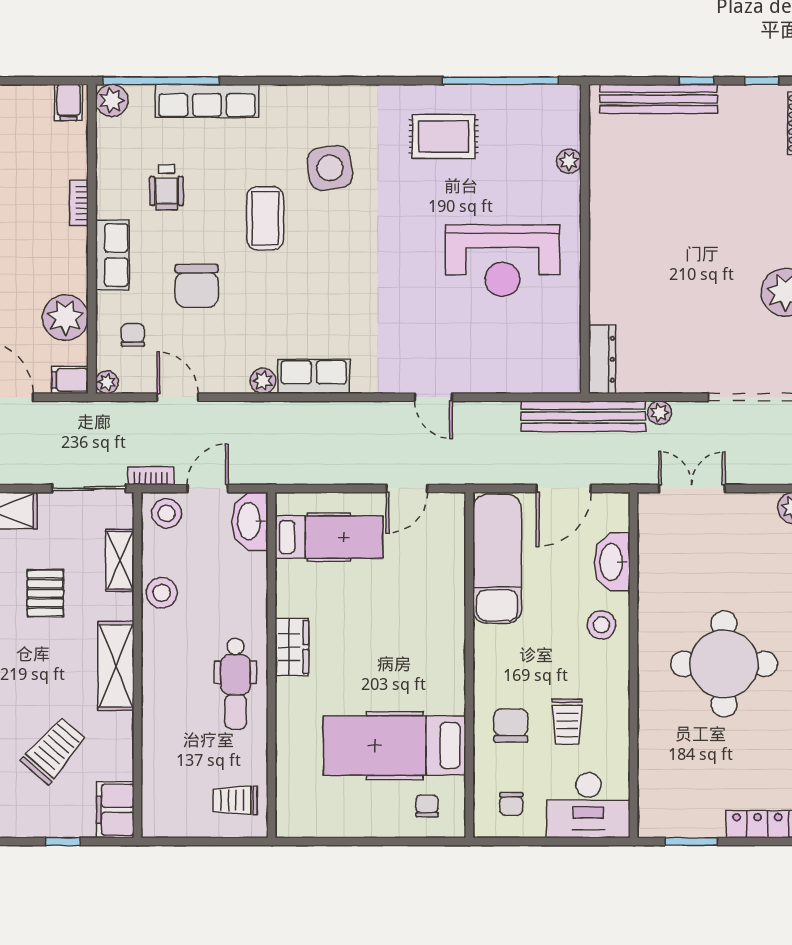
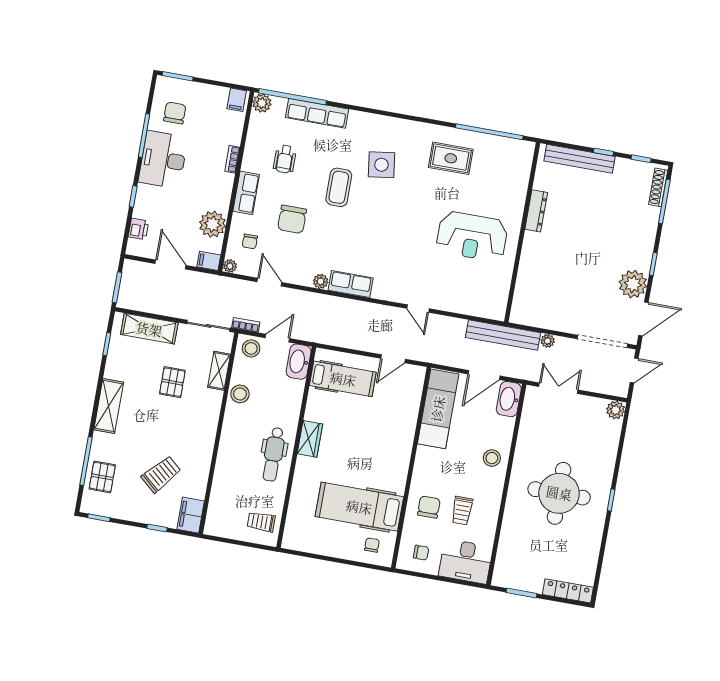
plant: (569, 161) -> (521, 186), removed
chair: (133, 335) -> (250, 241), turned 180
dresser: (602, 359) -> (536, 211), moved
washbasin: (612, 562) -> (509, 399), moved
shelving: (116, 666) -> (206, 432), removed
chair: (511, 804) -> (421, 553), turned -90

